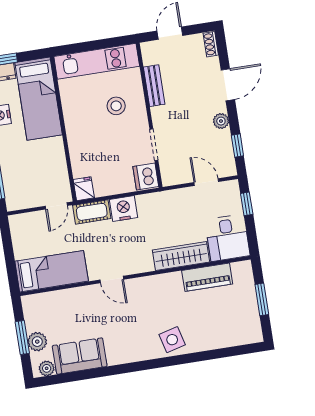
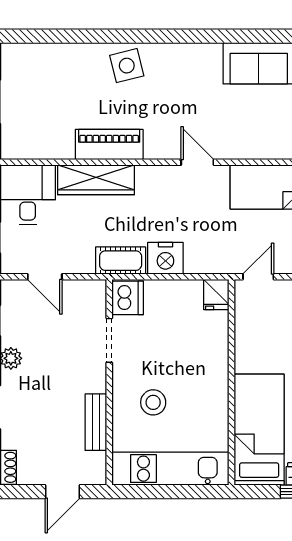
cot: (92, 212) -> (121, 261), moved
piano: (207, 277) -> (109, 145), moved

